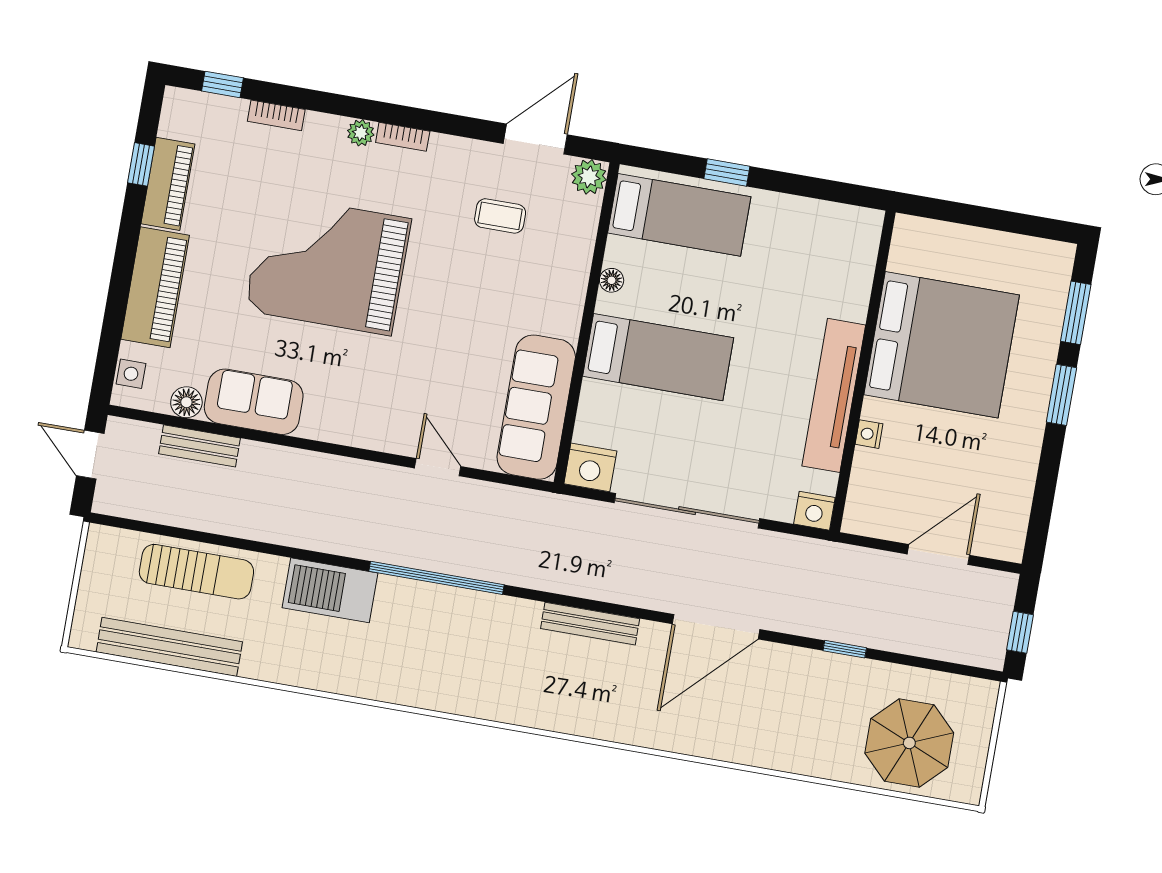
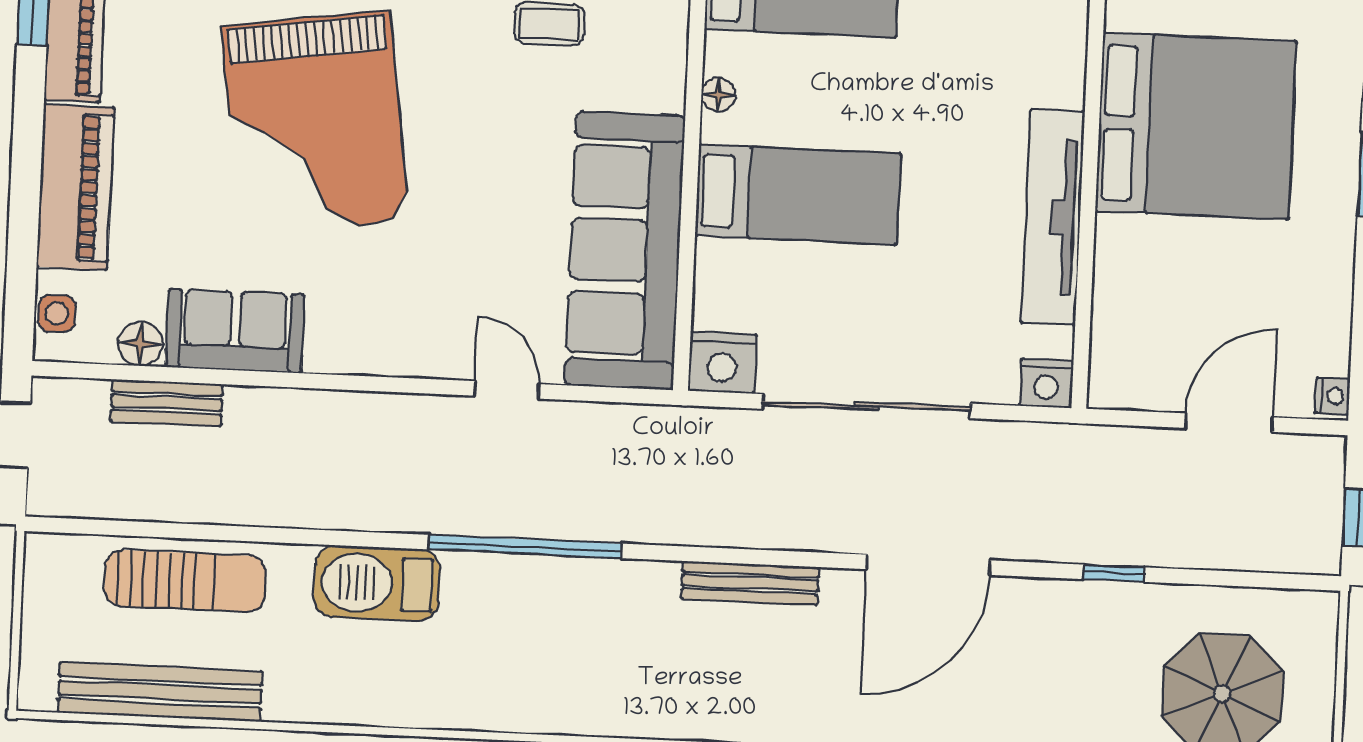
grand piano: (328, 265) -> (315, 124), turned -98
sofa: (536, 407) -> (625, 250), width x1.36, depth x1.27
nightstand: (869, 434) -> (1332, 396), moved, turned 180

